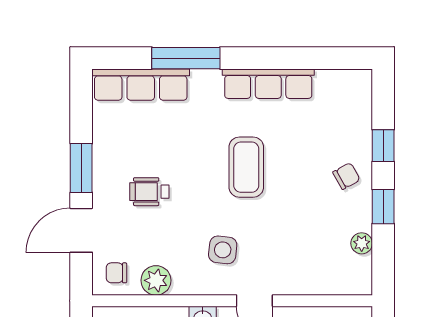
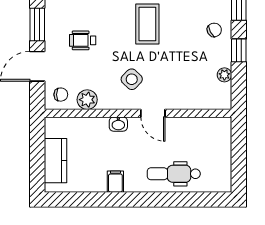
side table: (223, 250) -> (132, 79), turned 38
chair: (116, 273) -> (61, 95), turned 180

